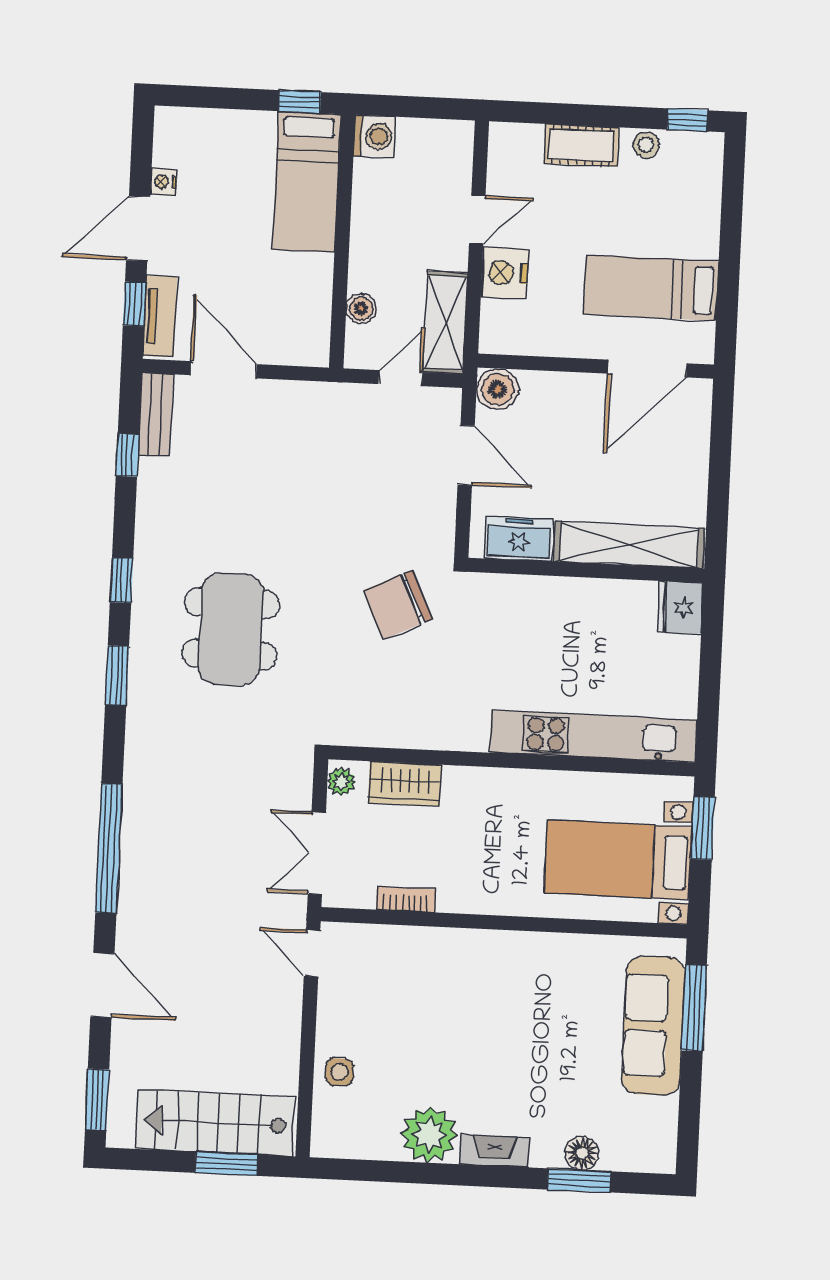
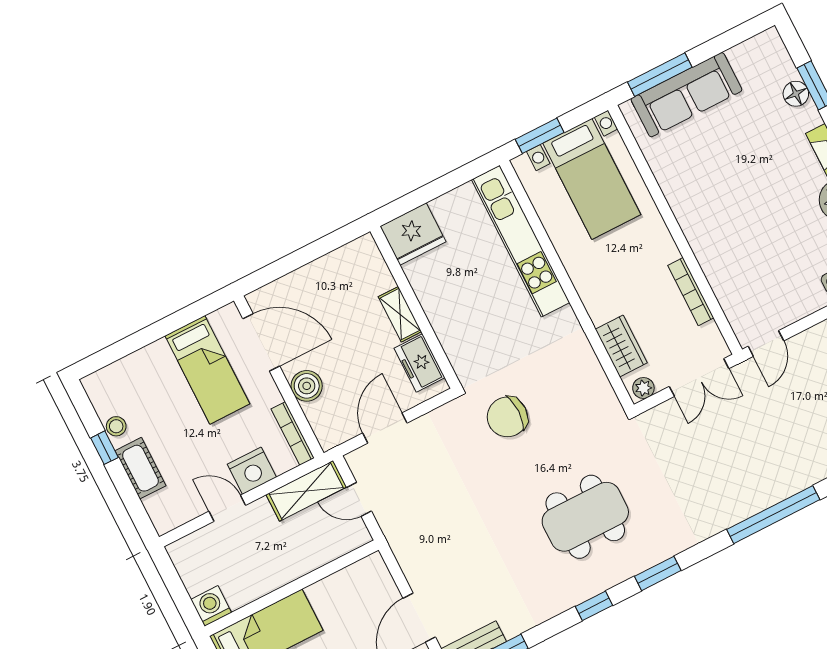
window: (688, 120) -> (105, 448), moved
boiler: (361, 309) -> (328, 551), removed
bookcase: (521, 345) -> (293, 433), added
boiler: (497, 389) -> (307, 386), moved
shelving: (629, 545) -> (400, 314), width x0.45, depth x0.75
chair: (398, 605) -> (507, 417), turned 115
fridge: (680, 607) -> (413, 234), width x1.36, depth x1.34
bookcase: (406, 900) -> (691, 292), width x1.56

